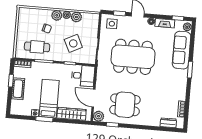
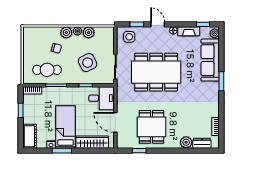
cot: (18, 89) -> (29, 136), moved
dining table: (125, 105) -> (152, 127), turned 90
plant: (99, 116) -> (186, 142), moved

